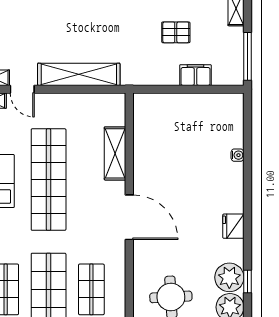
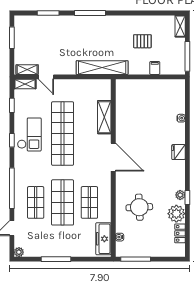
shelving: (79, 74) -> (102, 68), moved
filing cabinet: (195, 75) -> (155, 68), width x0.50
fridge: (233, 226) -> (178, 152), moved
plant: (229, 277) -> (180, 195), width x0.53, depth x0.53

